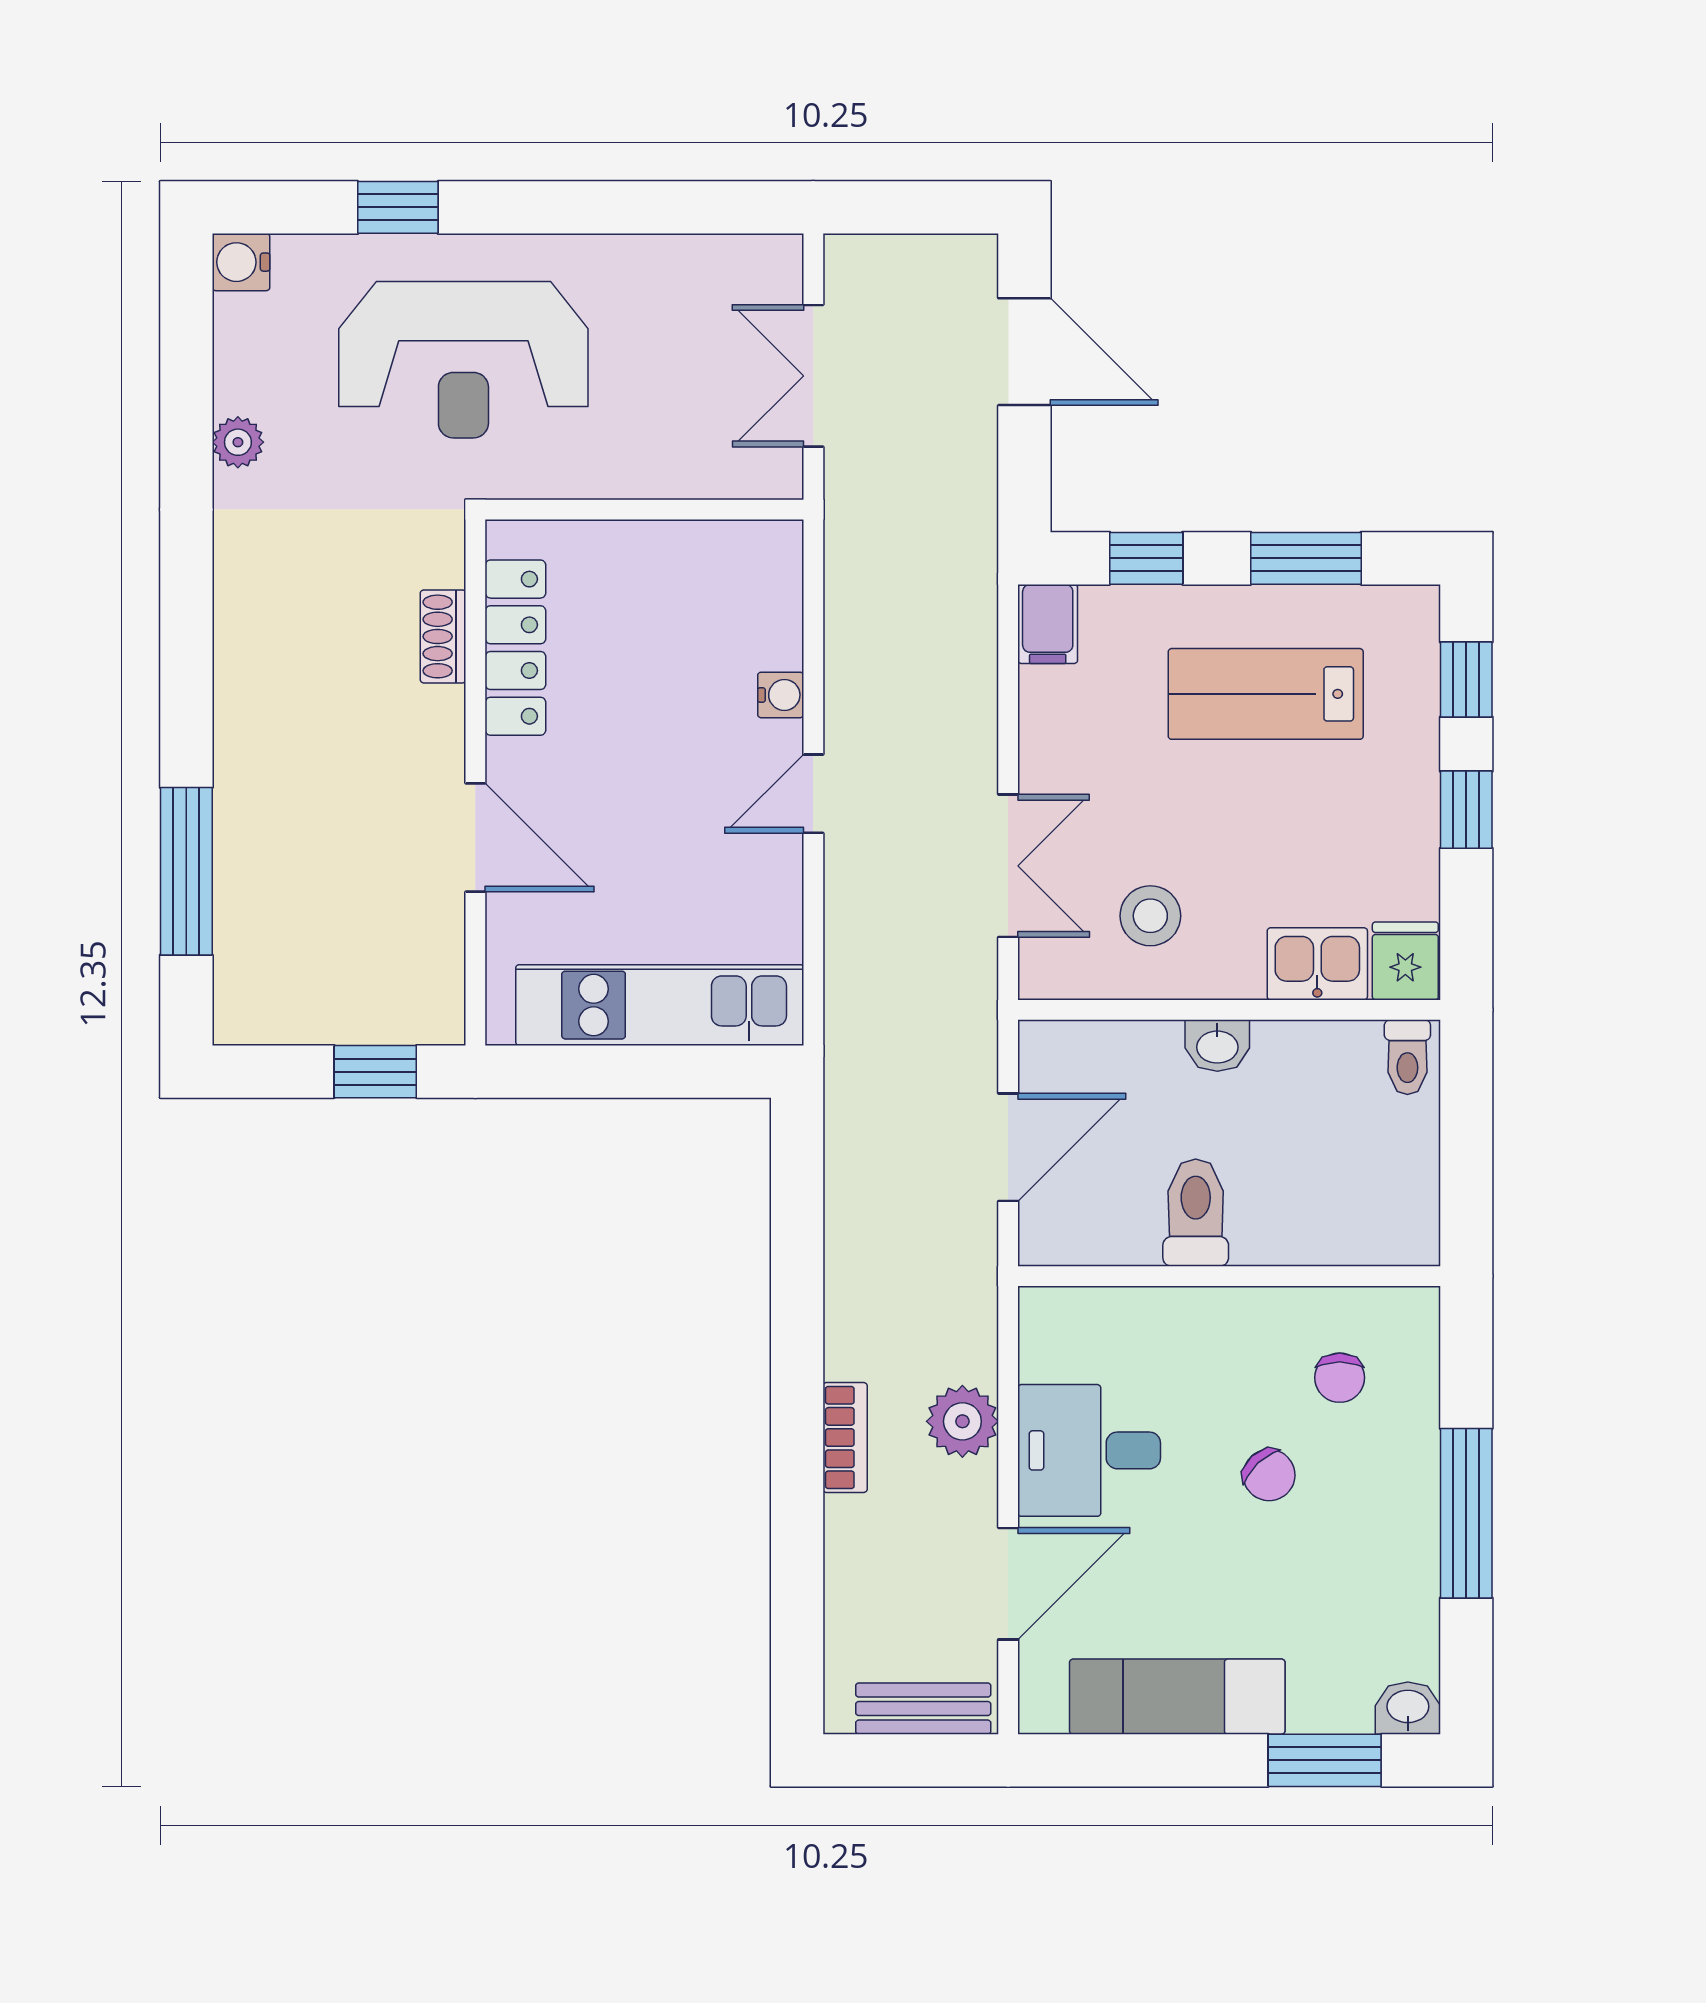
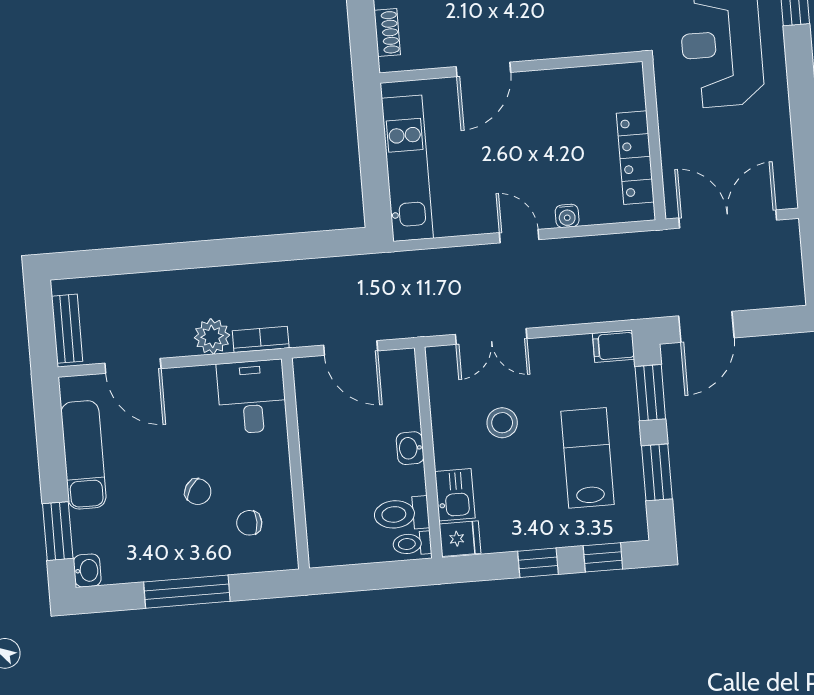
door: (1024, 352) -> (706, 327), moved
double door: (813, 376) -> (728, 219), width x1.37
window: (1146, 558) -> (650, 393), width x1.50
shoe rack: (443, 636) -> (387, 33), moved, turned 90
locker: (515, 648) -> (635, 158), moved, turned 90
stool: (1150, 916) -> (502, 423), moved
window: (375, 1072) -> (362, 29), removed
toilet: (1196, 1213) -> (401, 514), moved, turned 180
bookcase: (845, 1438) -> (261, 339), moved, turned 180
desk: (1089, 1450) -> (252, 397), moved
chair: (1269, 1475) -> (198, 492), turned -105

